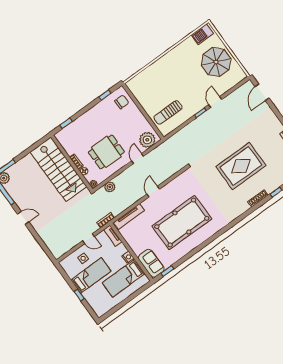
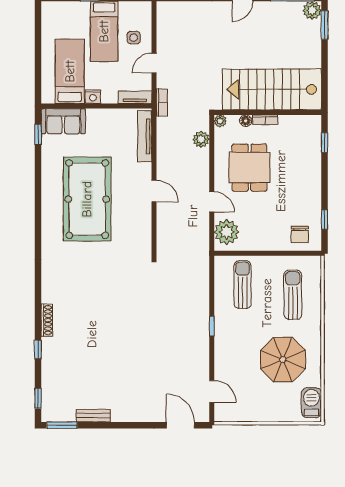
parasol: (216, 62) -> (283, 360), moved
sun lounger: (155, 83) -> (293, 295), added
door: (215, 102) -> (212, 391), moved
rug: (241, 166) -> (105, 329), removed

